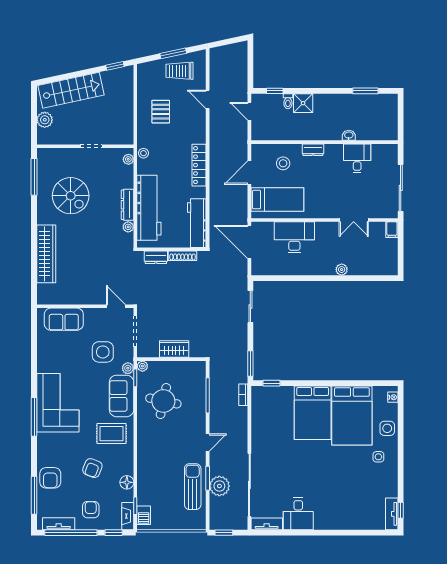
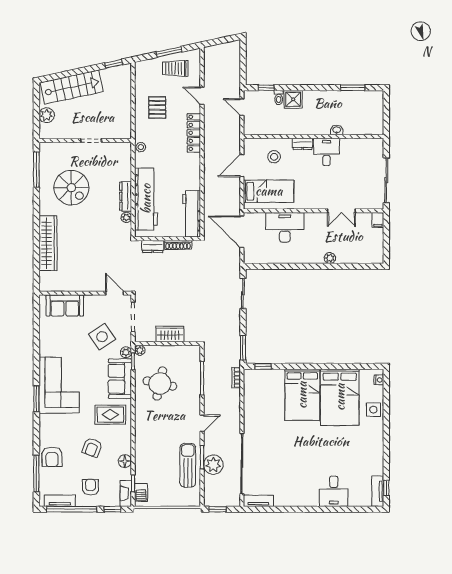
desk: (357, 158) -> (327, 152), moved
plant: (128, 159) -> (126, 153), removed
locker: (199, 165) -> (194, 133), moved
side table: (103, 352) -> (102, 337), turned -34
window: (34, 417) -> (36, 399), width x0.69
side table: (378, 457) -> (365, 437), removed
desk: (298, 514) -> (334, 491), moved

